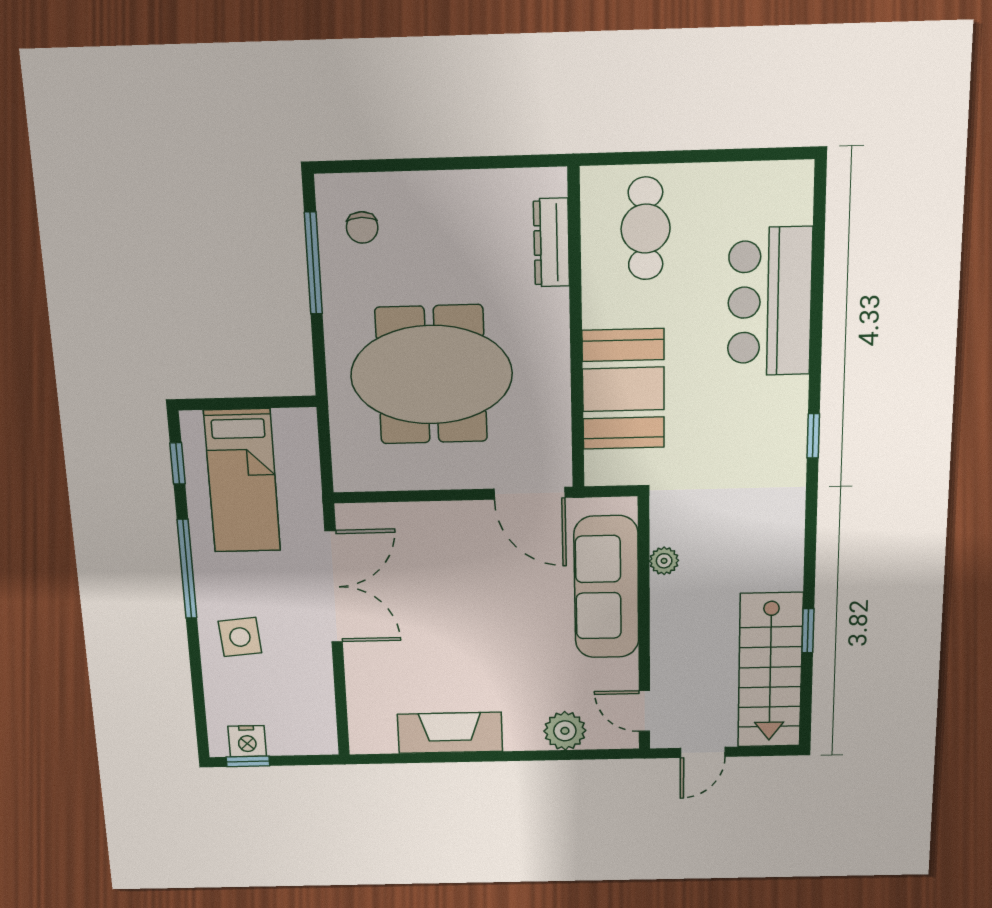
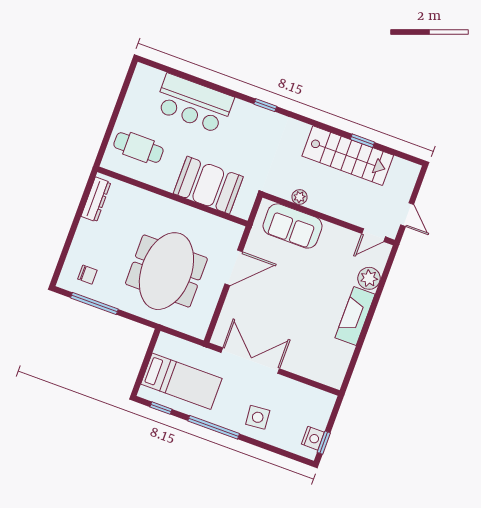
dresser: (551, 243) -> (96, 199), moved, turned -90
door: (530, 493) -> (234, 268), moved
sofa: (607, 587) -> (293, 226), width x0.73
stairs: (770, 670) -> (348, 156), moved
fireplace: (450, 733) -> (355, 316), moved

